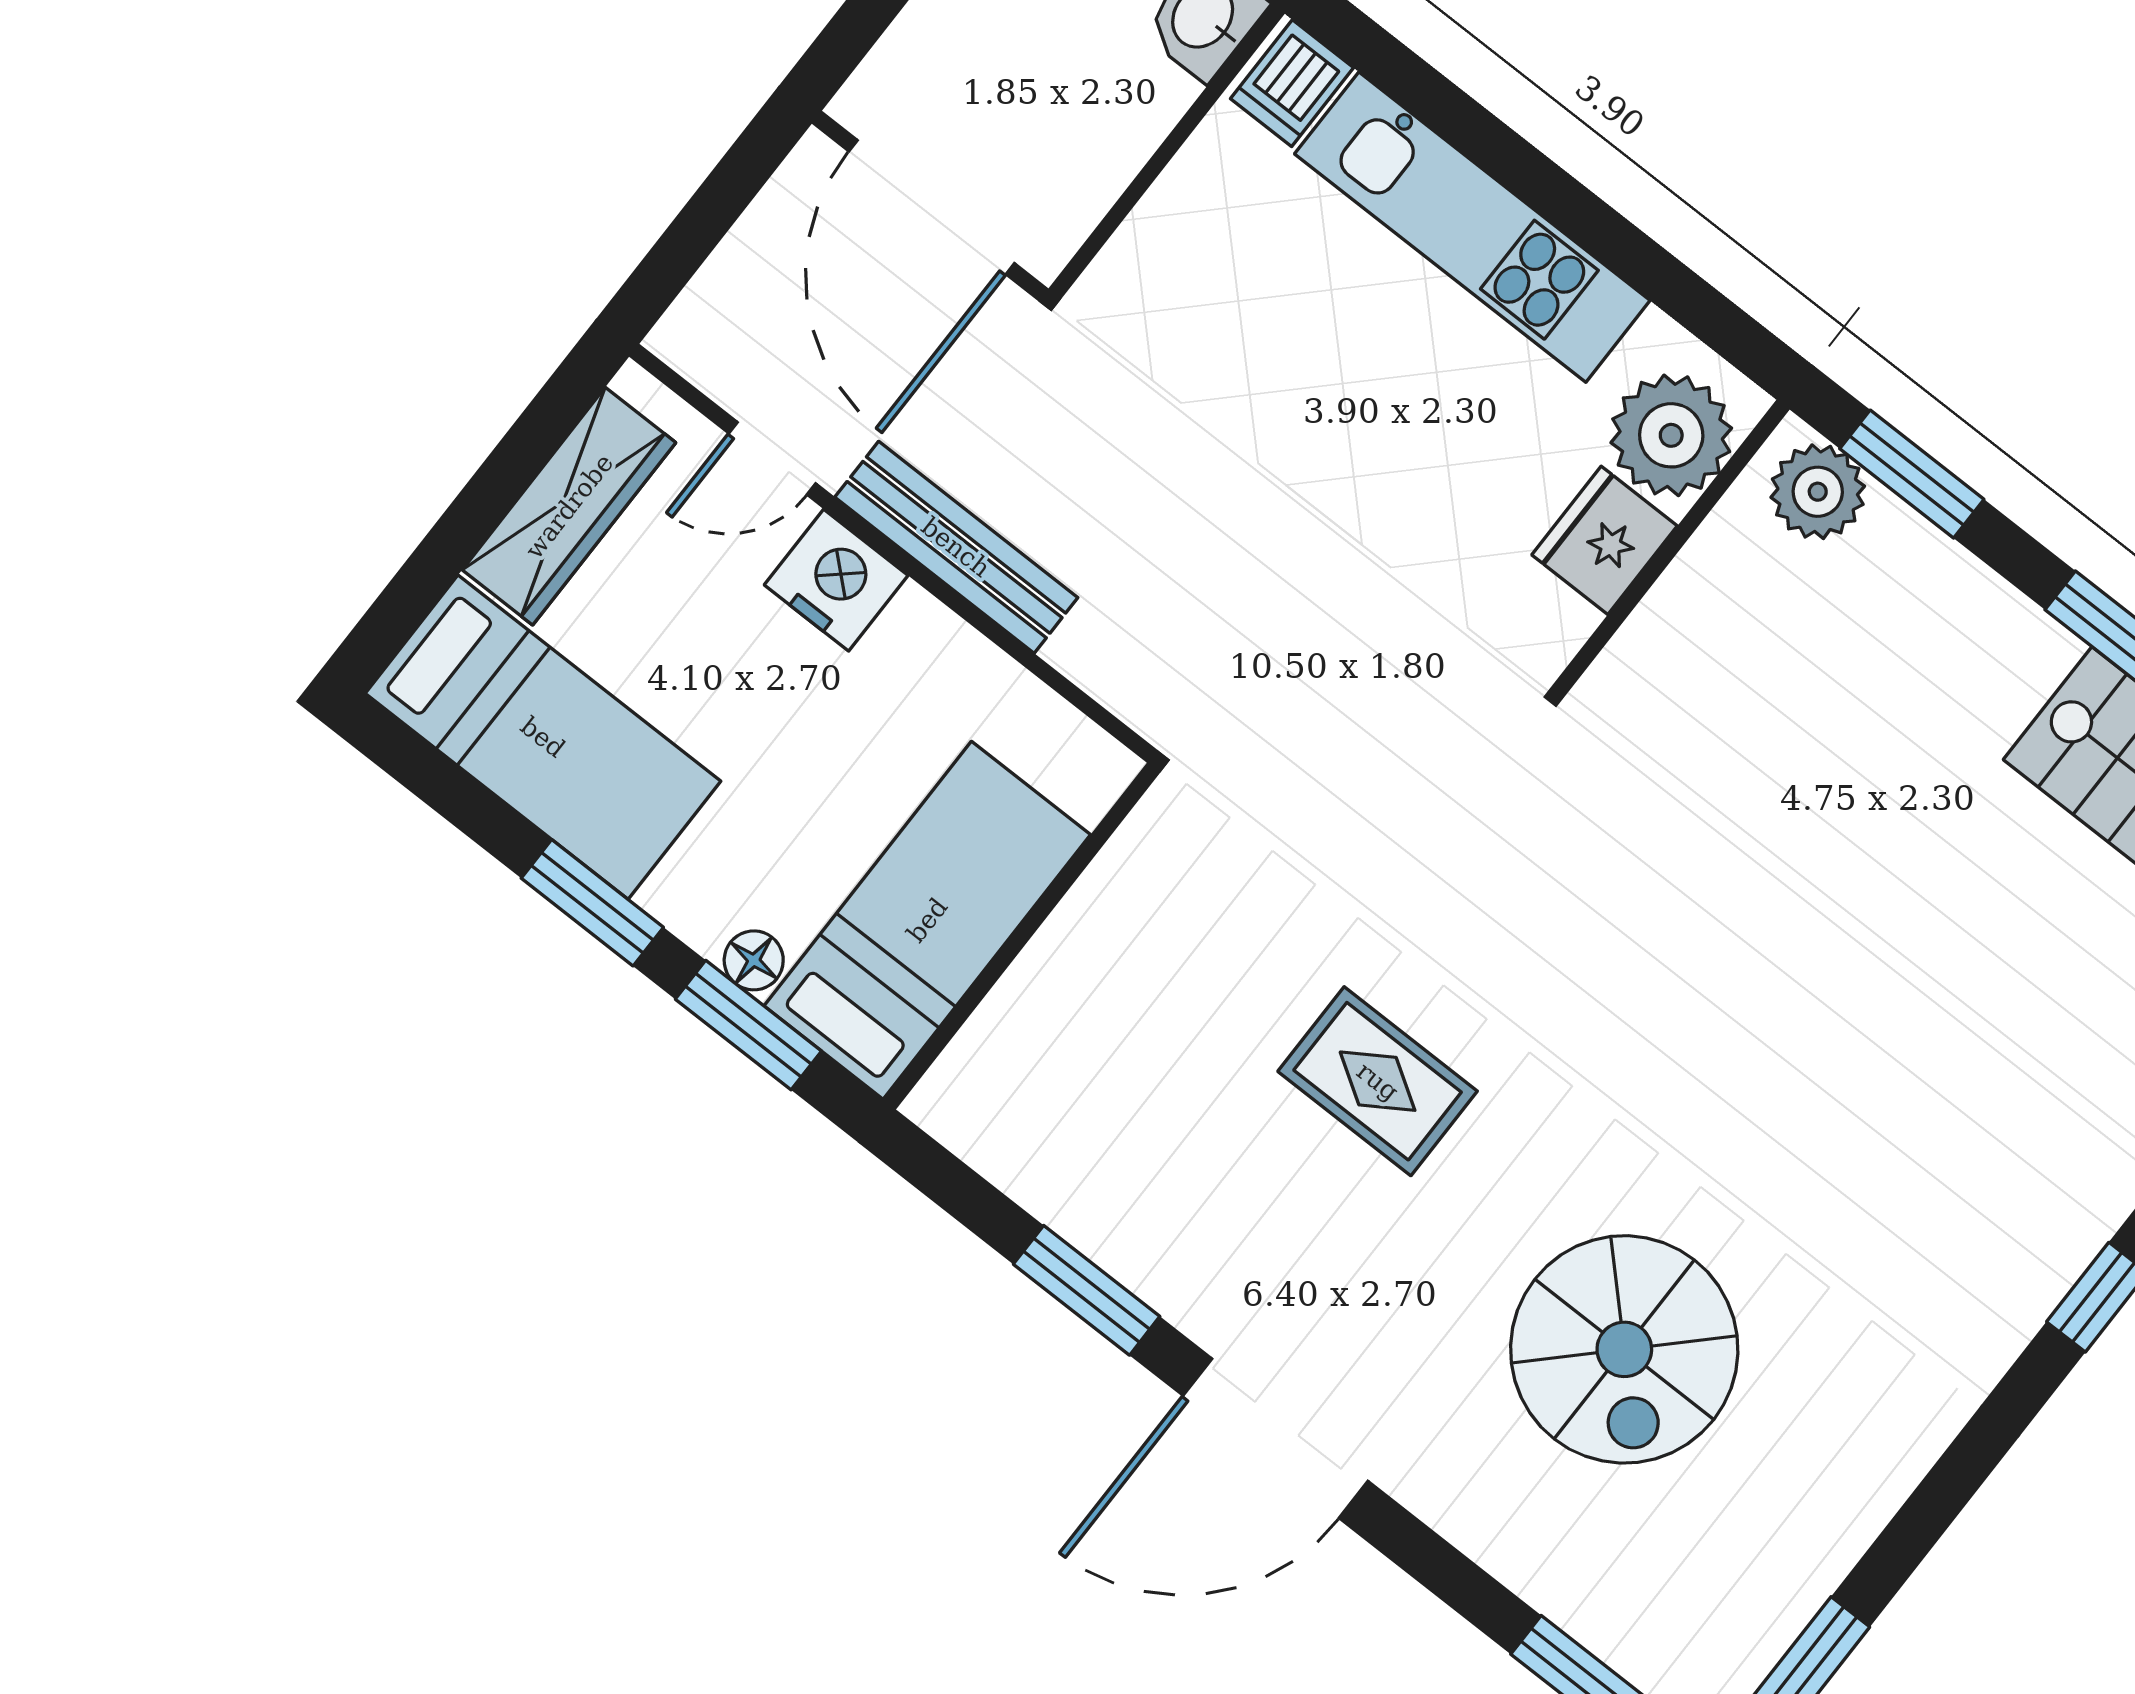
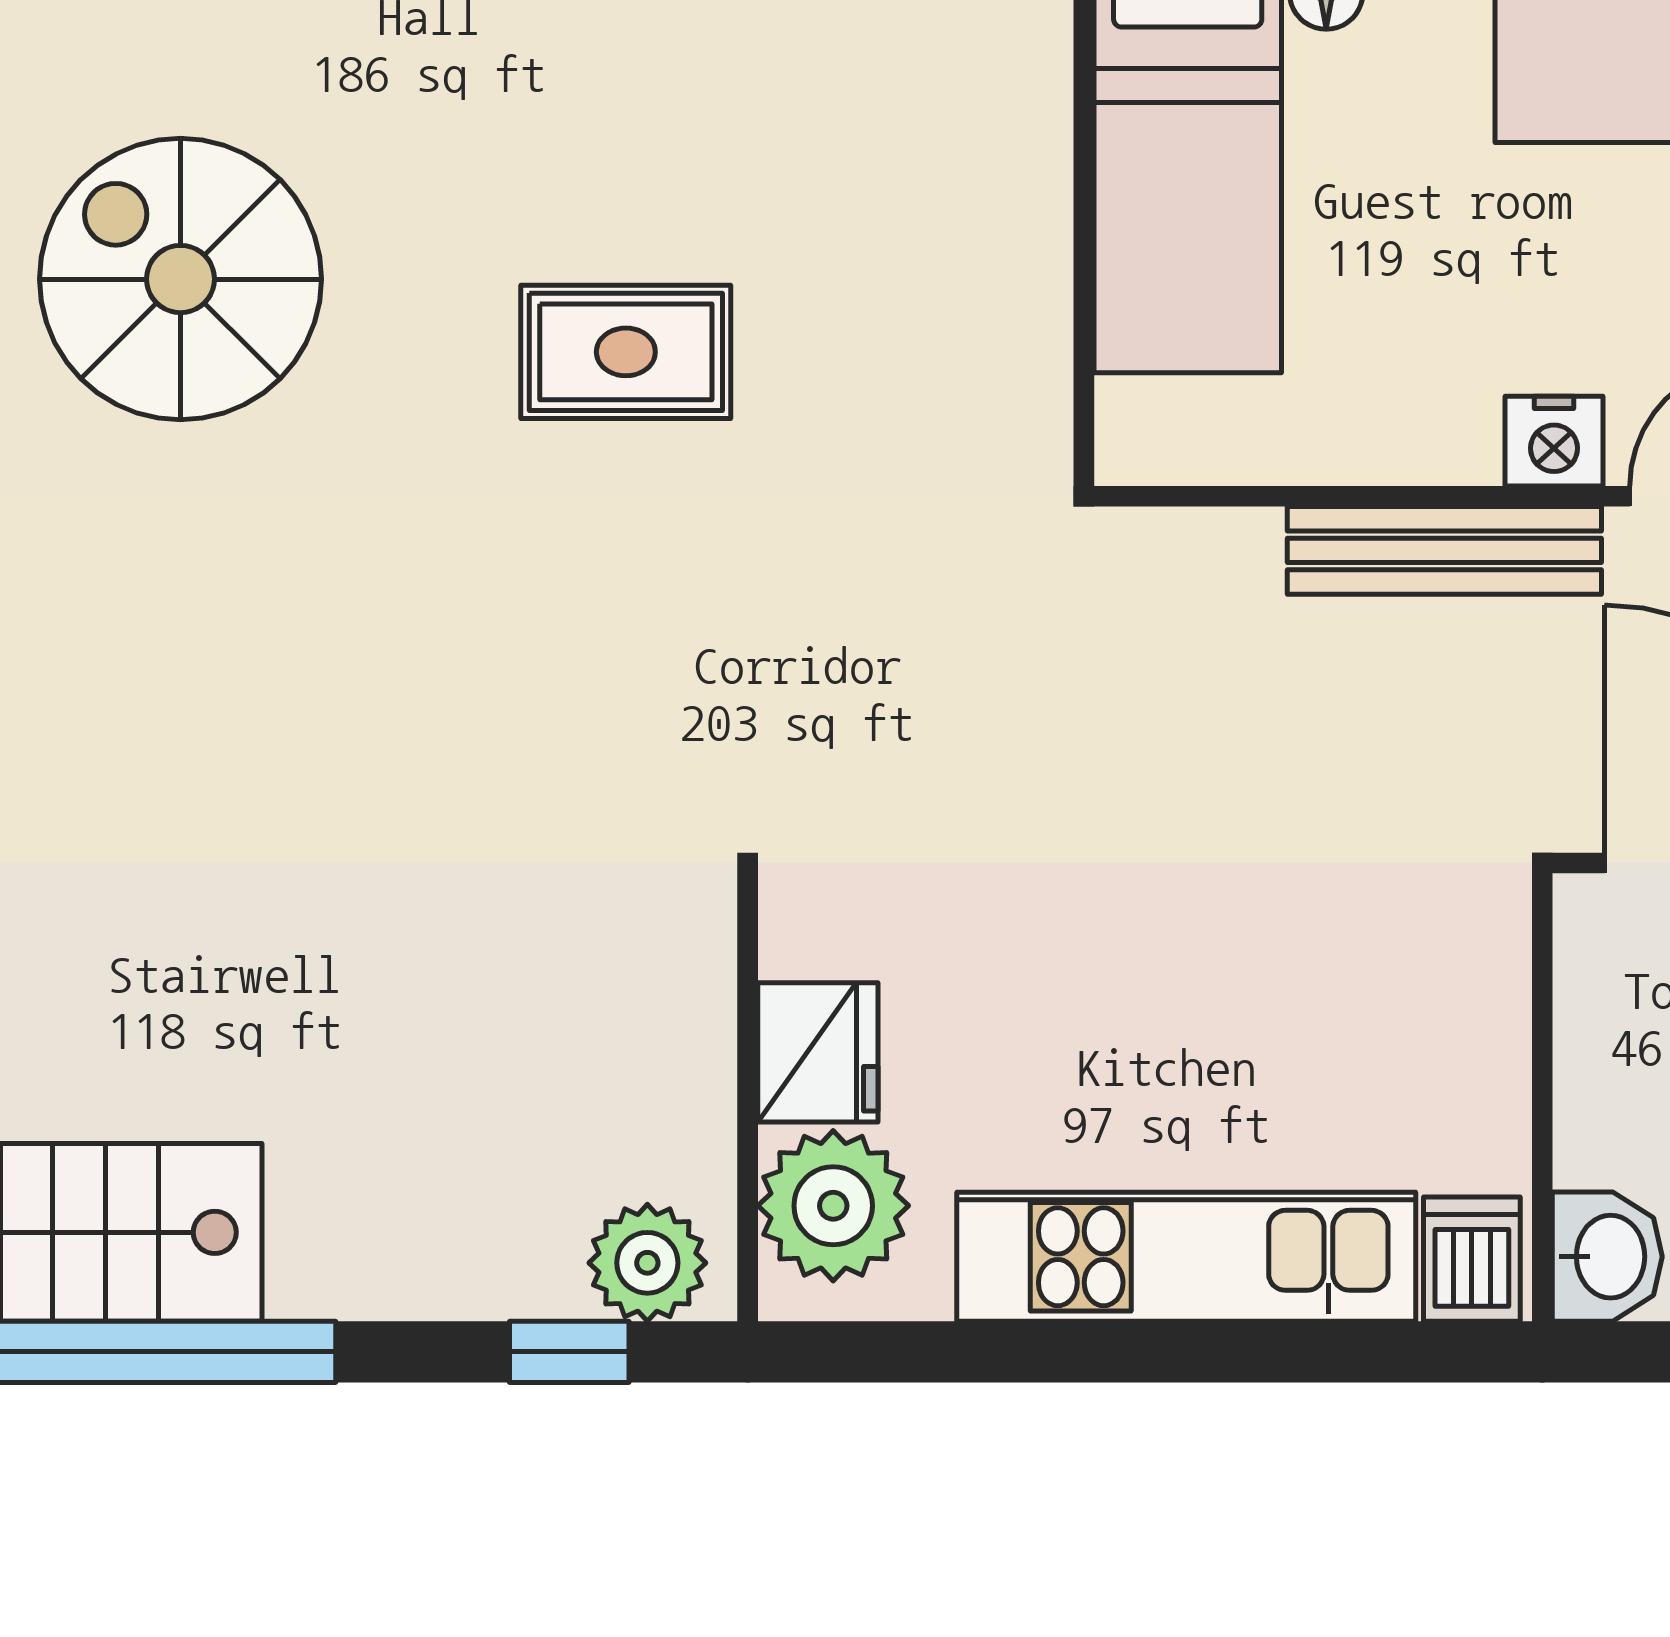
window: (1912, 474) -> (569, 1352), width x0.67
nightstand: (836, 580) -> (1554, 441), width x0.74, depth x0.75

